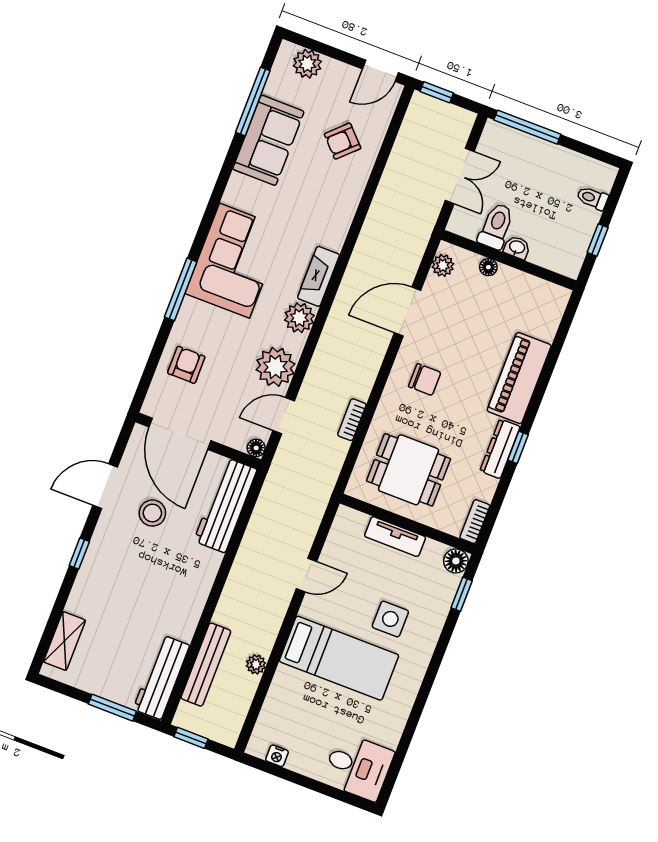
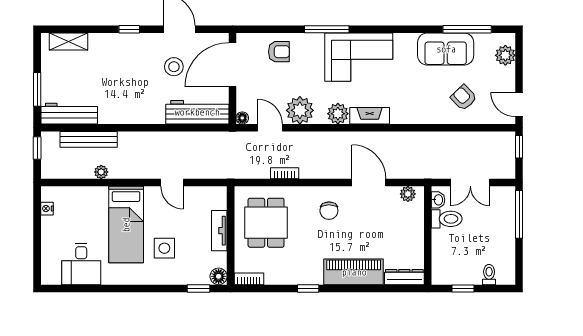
washbasin: (517, 247) -> (438, 200), moved
floor lamp: (488, 267) -> (418, 224), removed
dresser: (500, 449) -> (404, 277), moved
desk: (358, 767) -> (81, 264), moved

